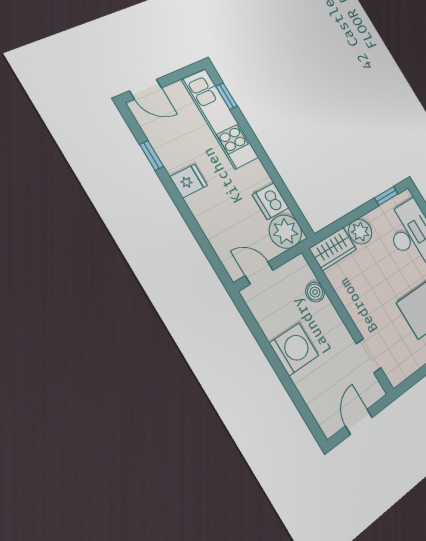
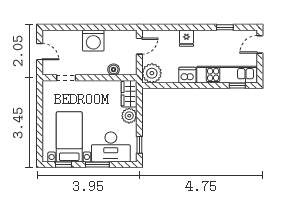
fridge: (189, 181) -> (186, 38), moved
dishwasher: (271, 201) -> (187, 75), moved

